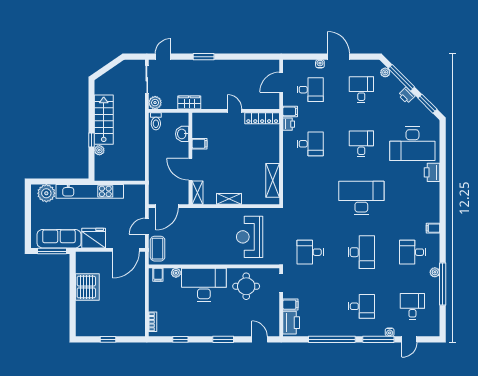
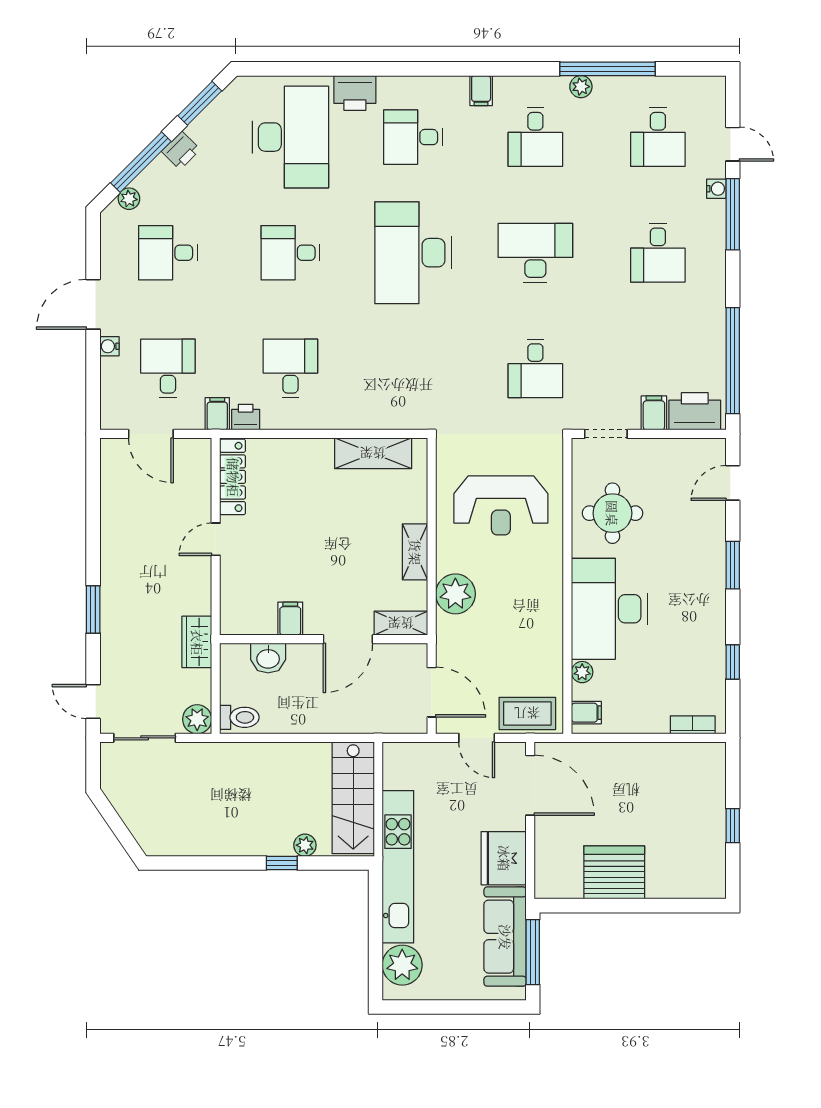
stairs: (104, 120) -> (353, 798), moved, turned -90
desk: (412, 198) -> (413, 137), added
plant: (210, 217) -> (455, 594), added
desk: (361, 306) -> (658, 253), turned 180
desk: (412, 306) -> (658, 137), turned -90
window: (332, 339) -> (733, 361), moved

